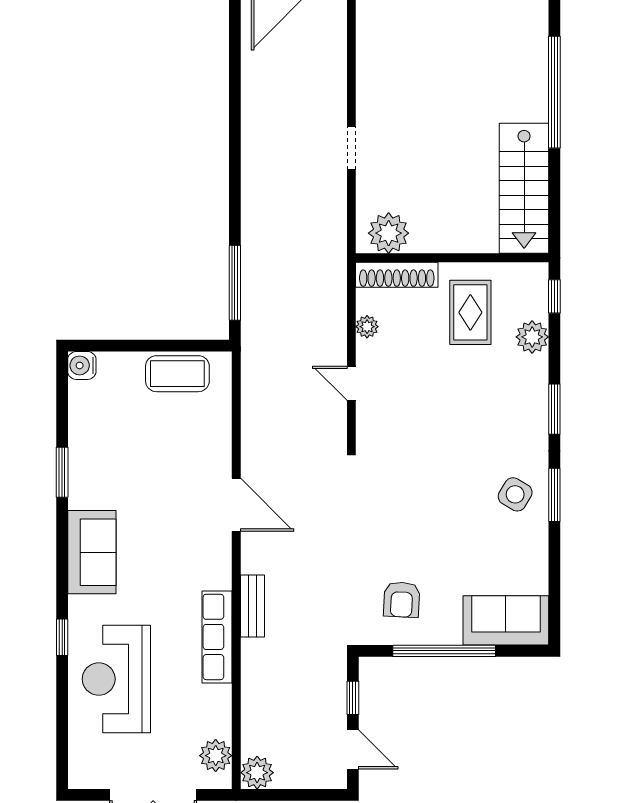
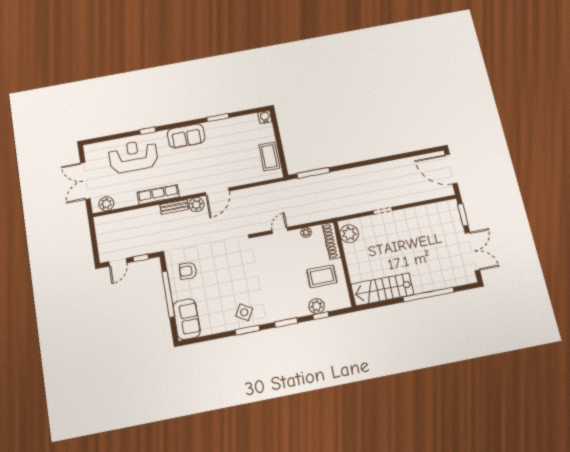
window: (554, 296) -> (321, 316), moved
plant: (257, 773) -> (196, 205), moved

